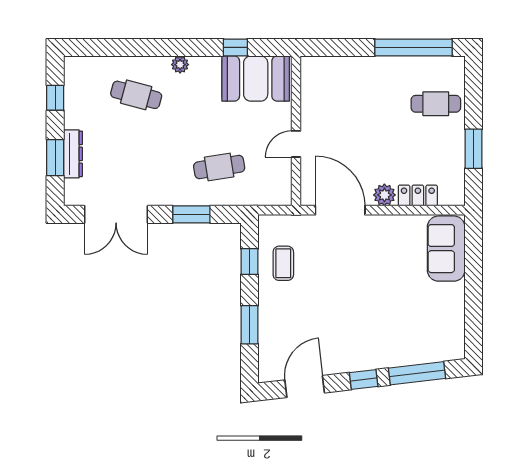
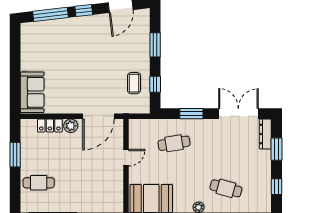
dresser: (73, 154) -> (265, 134), moved
door: (340, 210) -> (98, 116), hinge flipped

